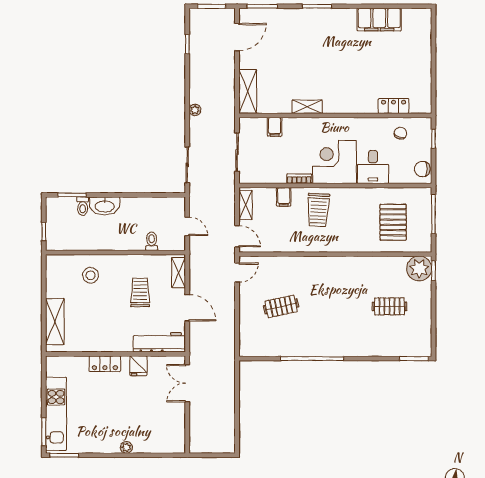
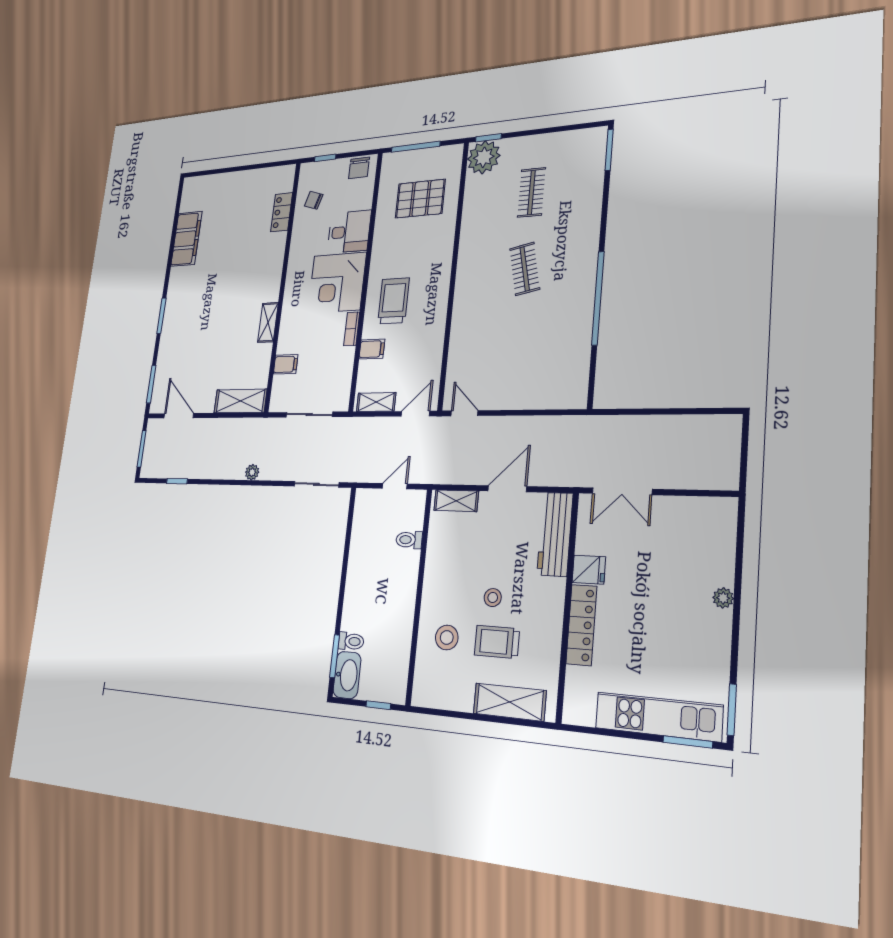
washbasin: (105, 206) -> (347, 675), moved
trolley: (318, 210) -> (394, 301), turned -93
trolley: (140, 292) -> (497, 642), moved
stool: (118, 304) -> (493, 598), added
clothes rail: (281, 306) -> (525, 269), moved
locker: (105, 364) -> (581, 625), width x1.53

